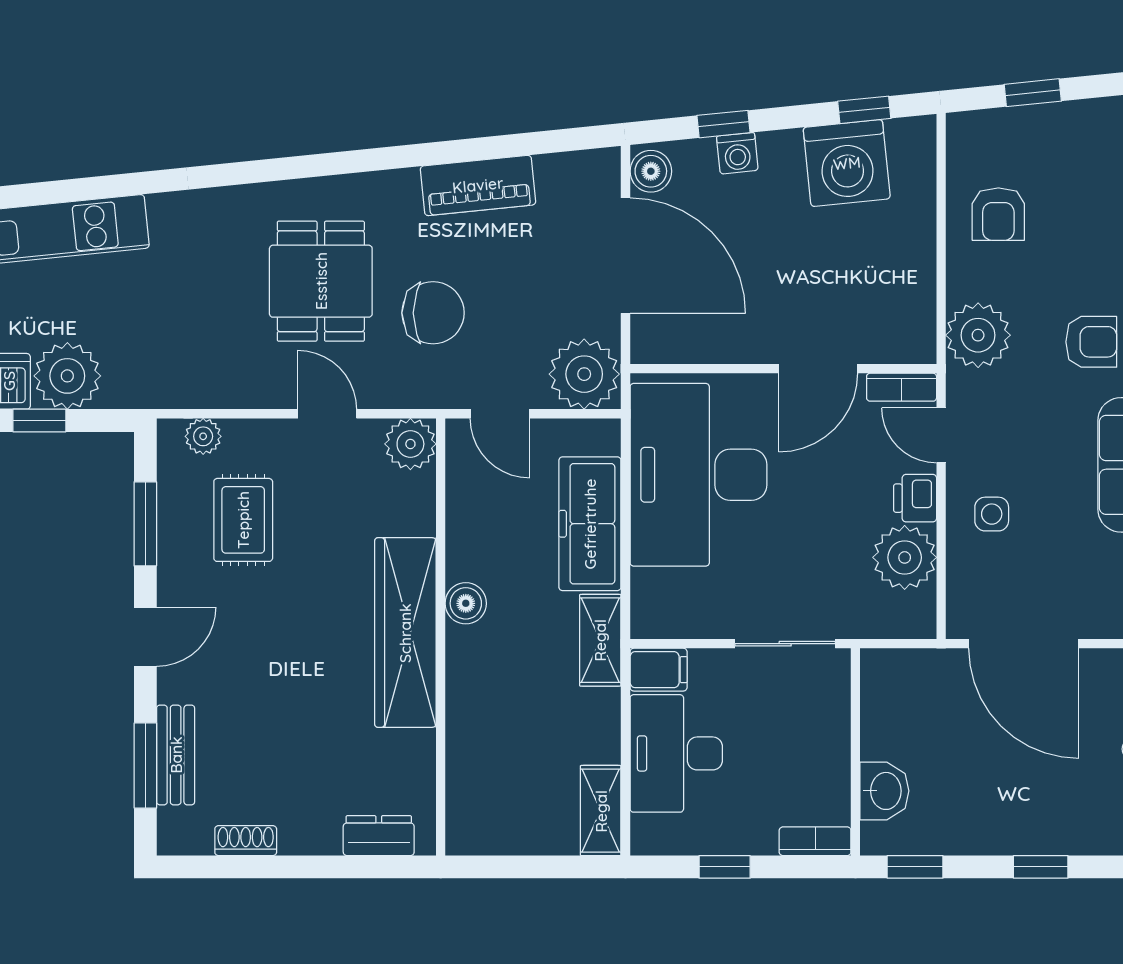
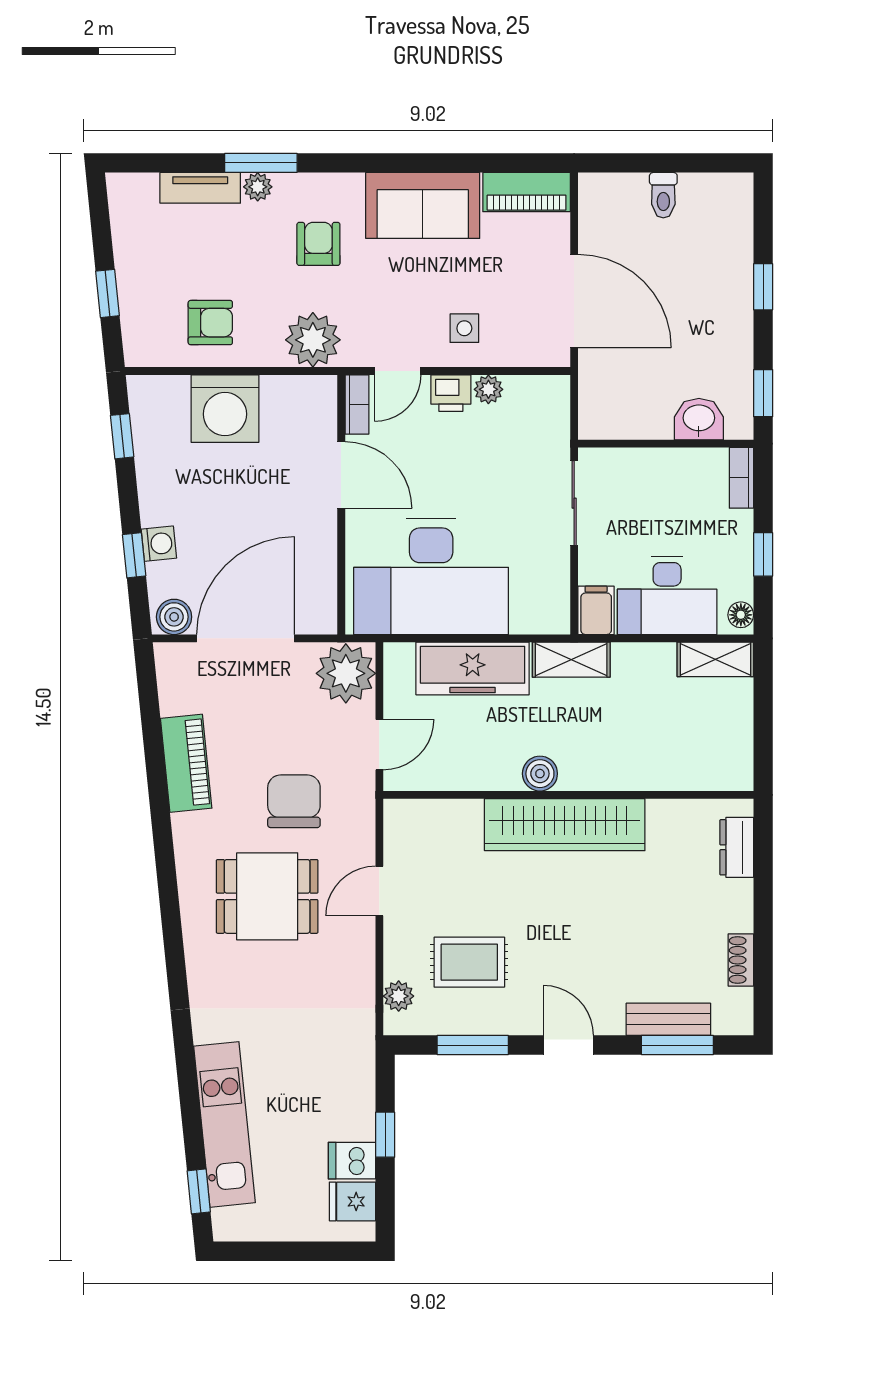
washing machine: (847, 163) -> (225, 409), moved, turned 96
plant: (67, 376) -> (347, 1111), removed
plant: (410, 444) -> (405, 820), removed
plant: (905, 557) -> (488, 389), width x0.53, depth x0.53
door: (1024, 644) -> (574, 301), hinge flipped
floor lamp: (653, 840) -> (741, 615), added

